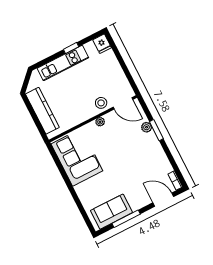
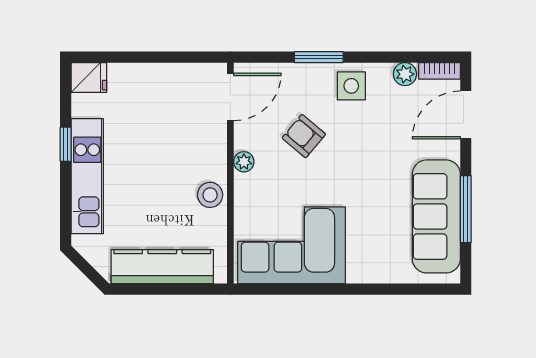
stool: (101, 103) -> (210, 195), moved
plant: (147, 127) -> (405, 74), moved
armchair: (122, 140) -> (304, 136), added
side table: (152, 149) -> (351, 86), added
sofa: (111, 212) -> (436, 216), width x1.36

